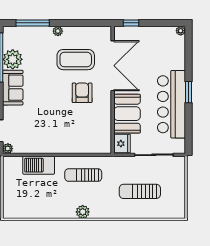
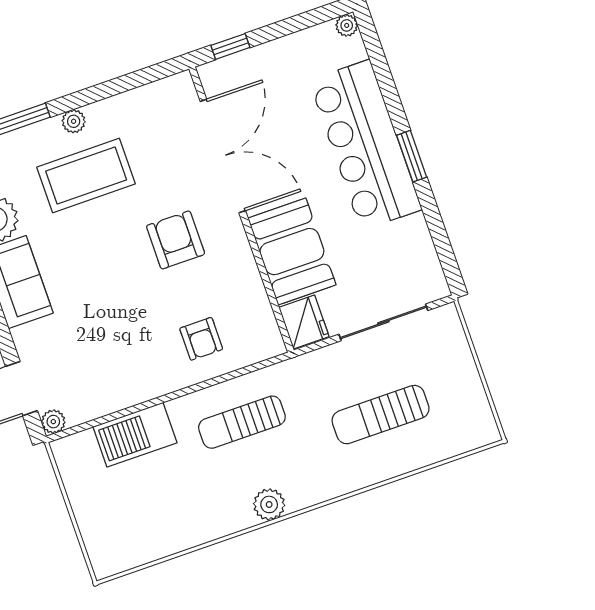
coffee table: (76, 60) -> (86, 176), moved
bar counter: (171, 104) -> (365, 145), moved
armchair: (79, 136) -> (201, 339), added

